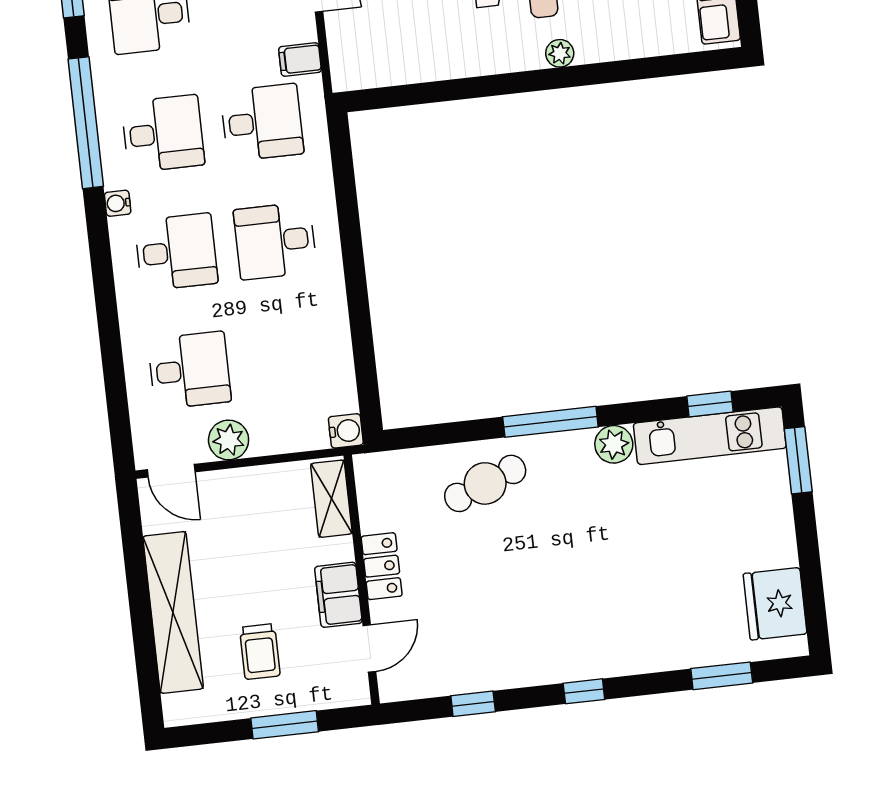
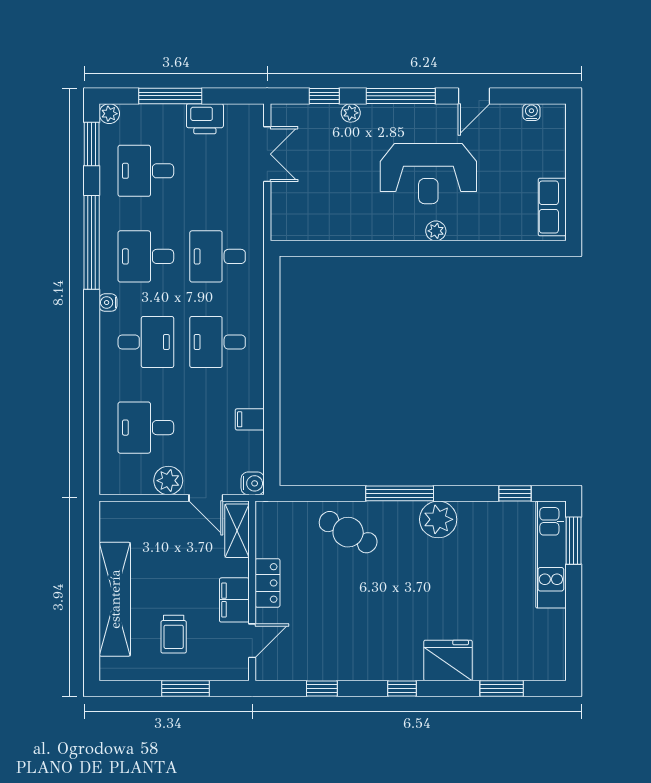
filing cabinet: (300, 59) -> (250, 419), moved
desk: (262, 122) -> (218, 256), turned 180
desk: (163, 134) -> (146, 256), turned 180
desk: (189, 370) -> (146, 428), turned 180
kitchen unit: (710, 436) -> (551, 555), moved, turned 90
plant: (614, 444) -> (438, 519), width x1.36, depth x1.36
door: (171, 471) -> (206, 498), moved
cafe table: (485, 483) -> (348, 532), turned 50
fridge: (775, 604) -> (448, 660), moved, turned 90

